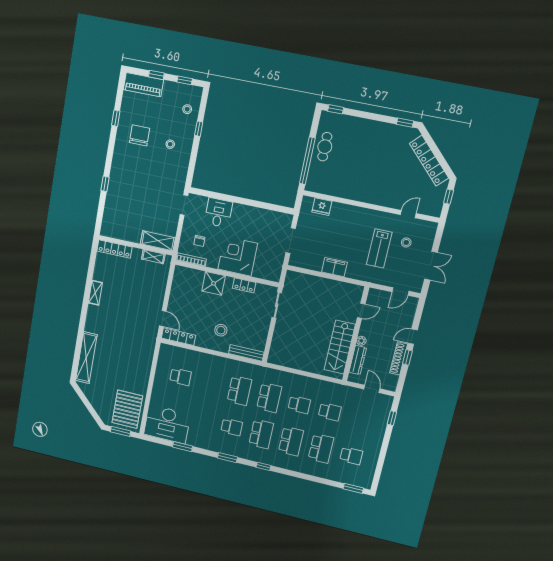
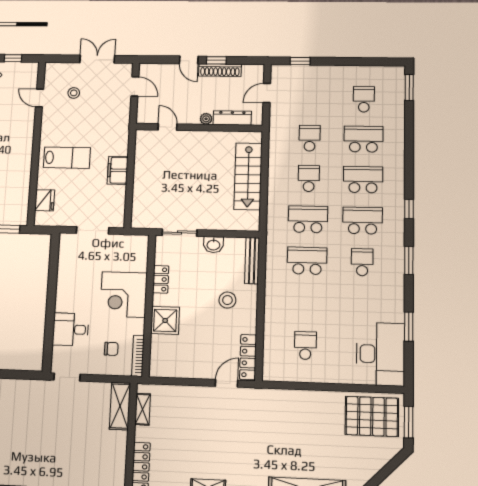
lab bench: (379, 249) -> (67, 158), moved
washbasin: (263, 328) -> (213, 245), added
stairs: (340, 347) -> (248, 176), moved, turned 90

